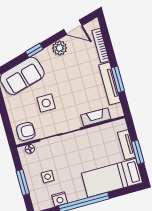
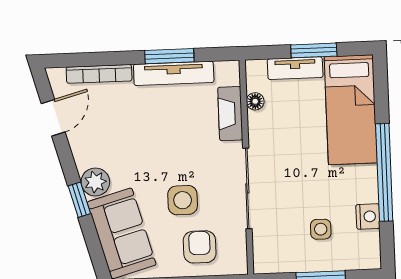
plant: (60, 48) -> (95, 182), moved
armchair: (26, 131) -> (200, 247), moved
floor lamp: (30, 149) -> (255, 101), moved

